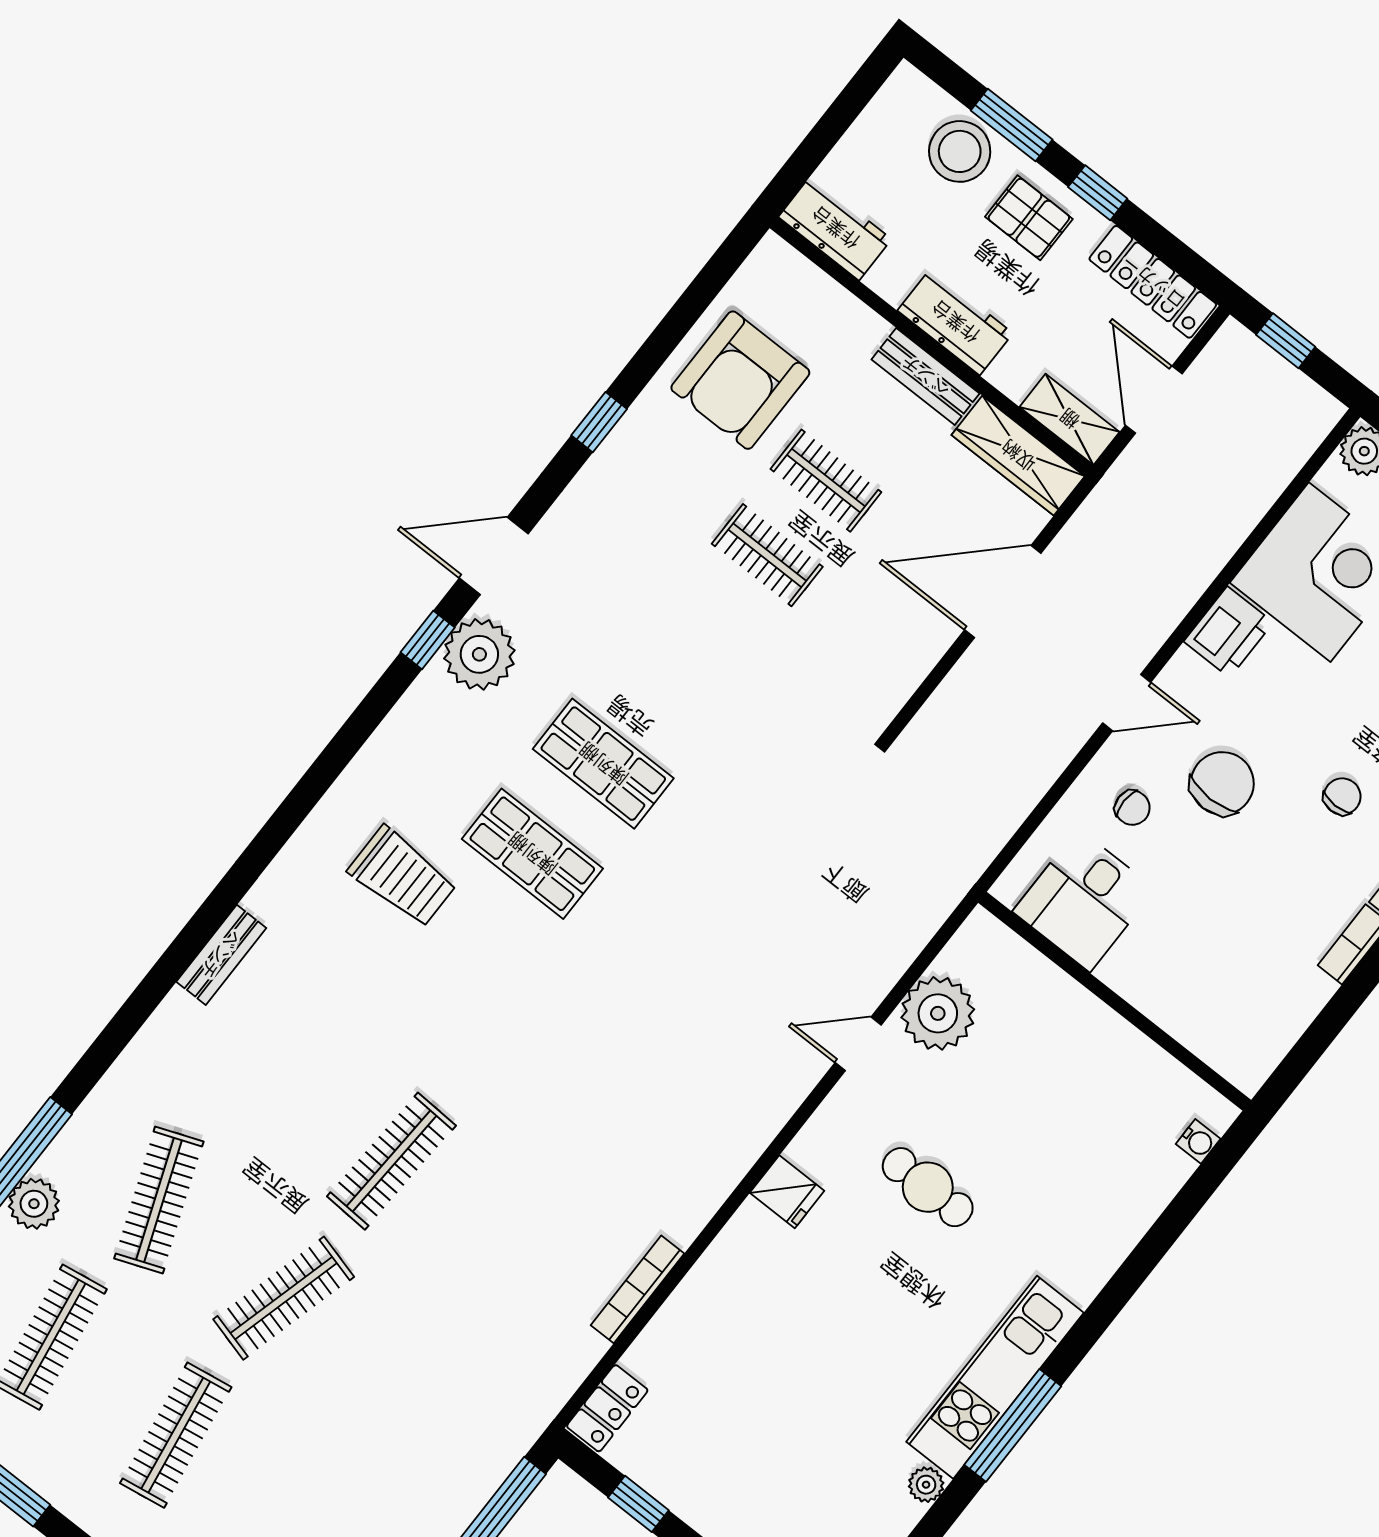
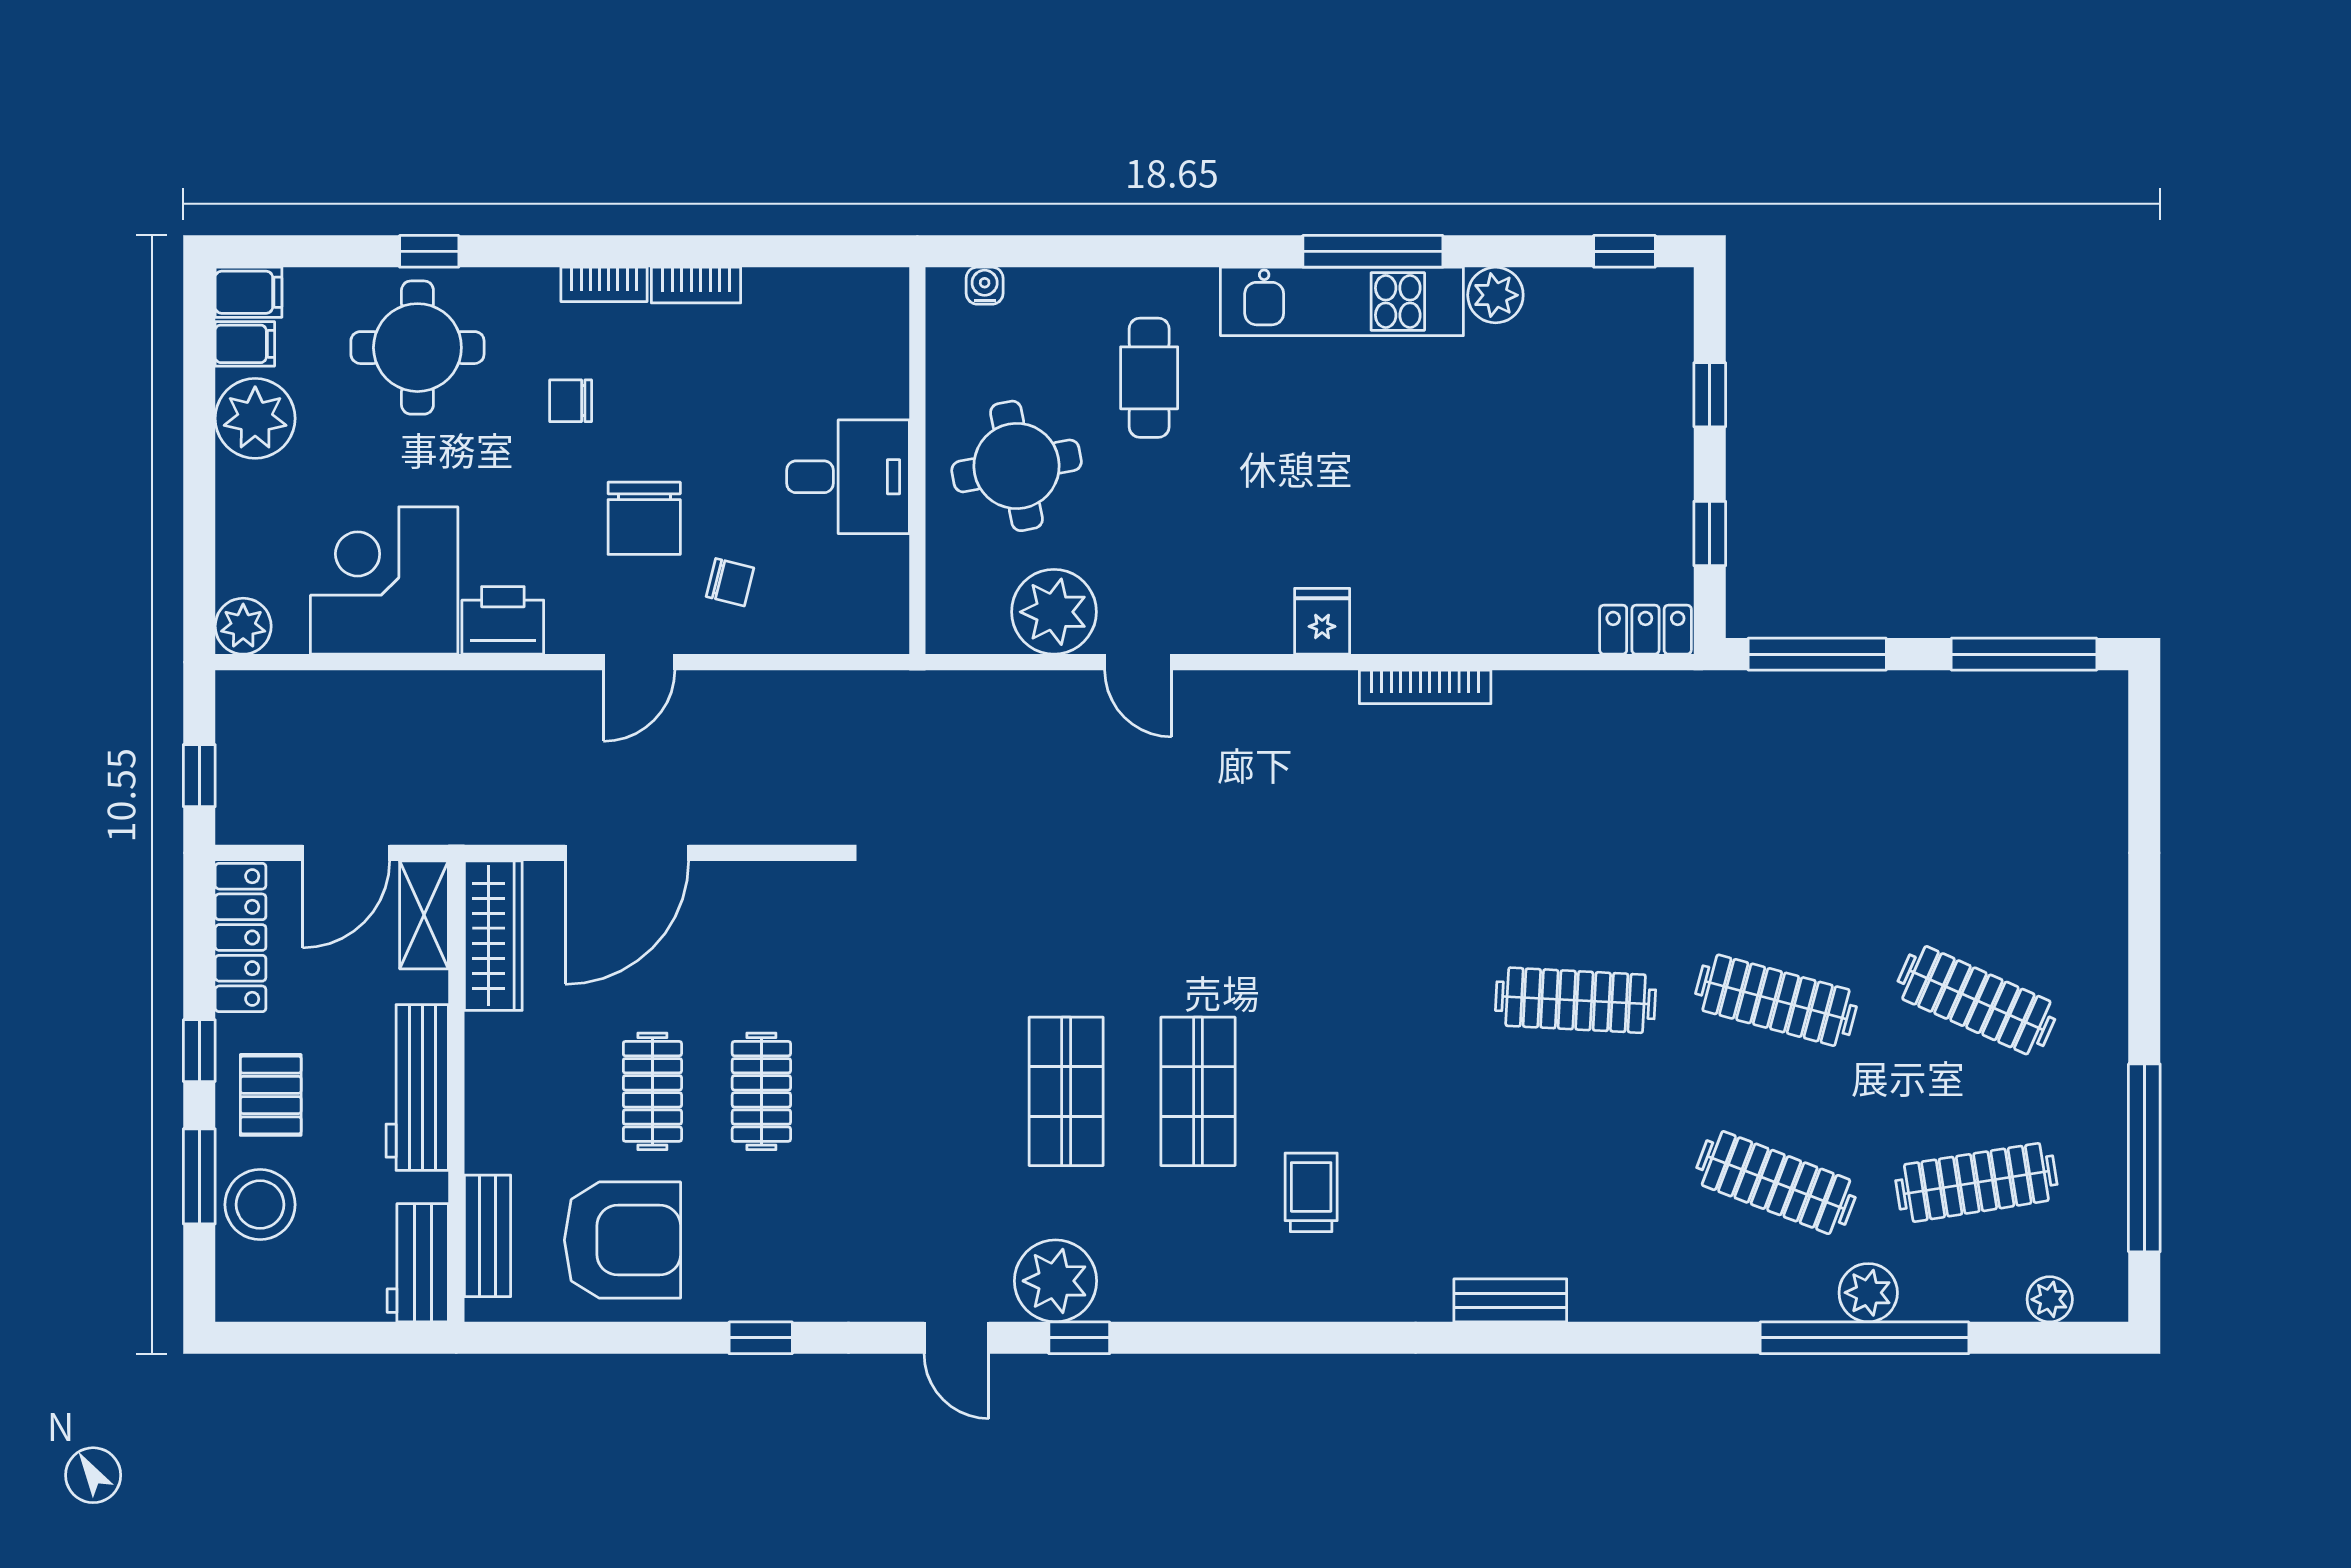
workbench: (955, 322) -> (417, 1088), width x1.37
bench: (925, 376) -> (487, 1236), moved
door: (494, 556) -> (957, 1338), width x0.73
door: (1003, 592) -> (627, 853), hinge flipped
door: (1127, 703) -> (639, 662), swing flipped
chair: (1222, 783) -> (644, 518), turned -90
chair: (1132, 808) -> (730, 582), turned 104
trolley: (402, 877) -> (1311, 1192), width x0.73, depth x0.72
desk: (1084, 900) -> (848, 477), moved
round table: (1058, 1066) -> (1017, 466), added
cafe table: (928, 1187) -> (1149, 378), moved
clothes rail: (159, 1200) -> (1776, 1183), turned 42
bookcase: (637, 1289) -> (1425, 687), moved
clothes rail: (176, 1435) -> (1976, 1000), turned 33
plant: (926, 1485) -> (1495, 295), width x1.38, depth x1.38

